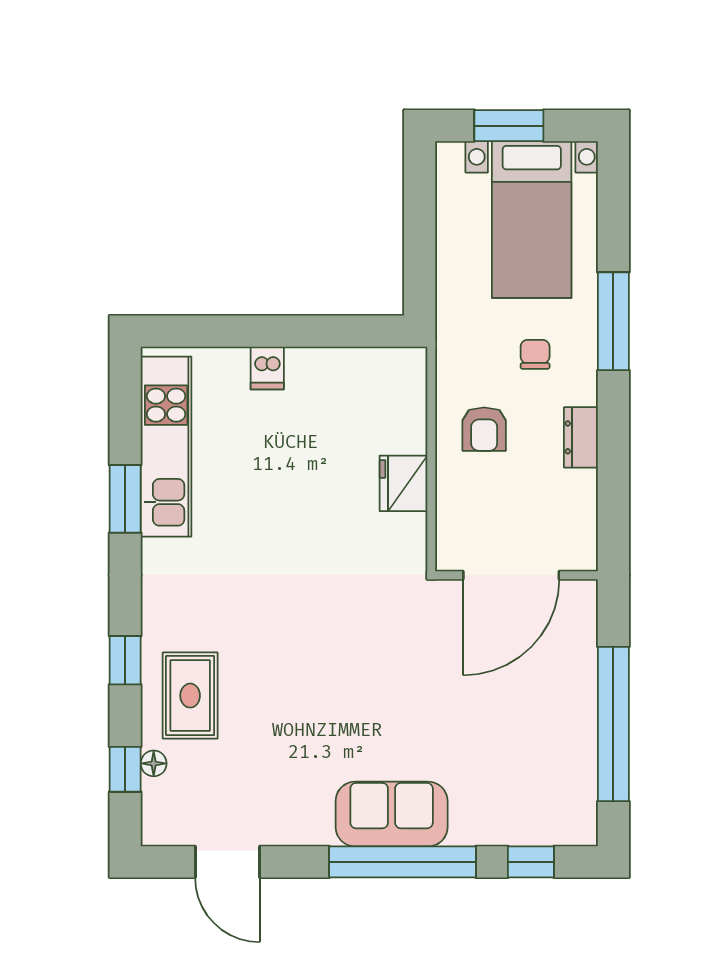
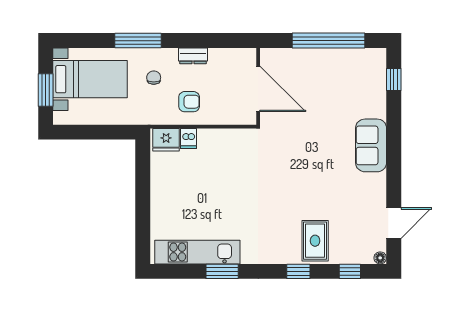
chair: (535, 354) -> (154, 78), turned 90
dishwasher: (267, 368) -> (189, 139), moved, turned 90
fridge: (404, 483) -> (166, 140), moved
rug: (190, 696) -> (315, 241), turned 90
floor lamp: (154, 763) -> (380, 258), moved
window: (403, 862) -> (394, 140), removed

